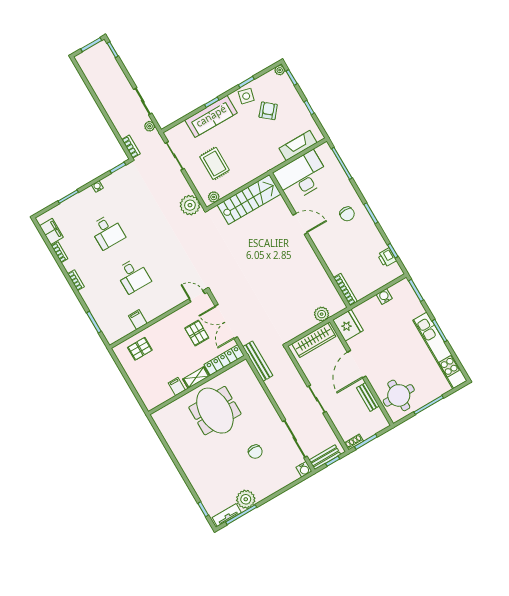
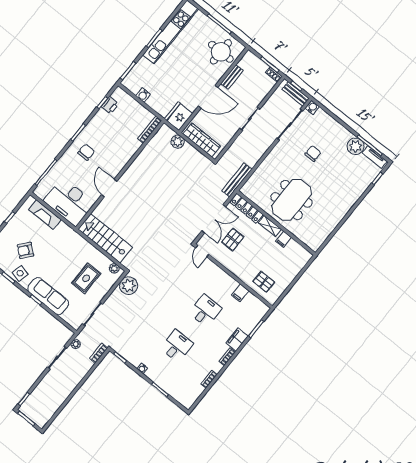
filing cabinet: (51, 231) -> (237, 339), moved

